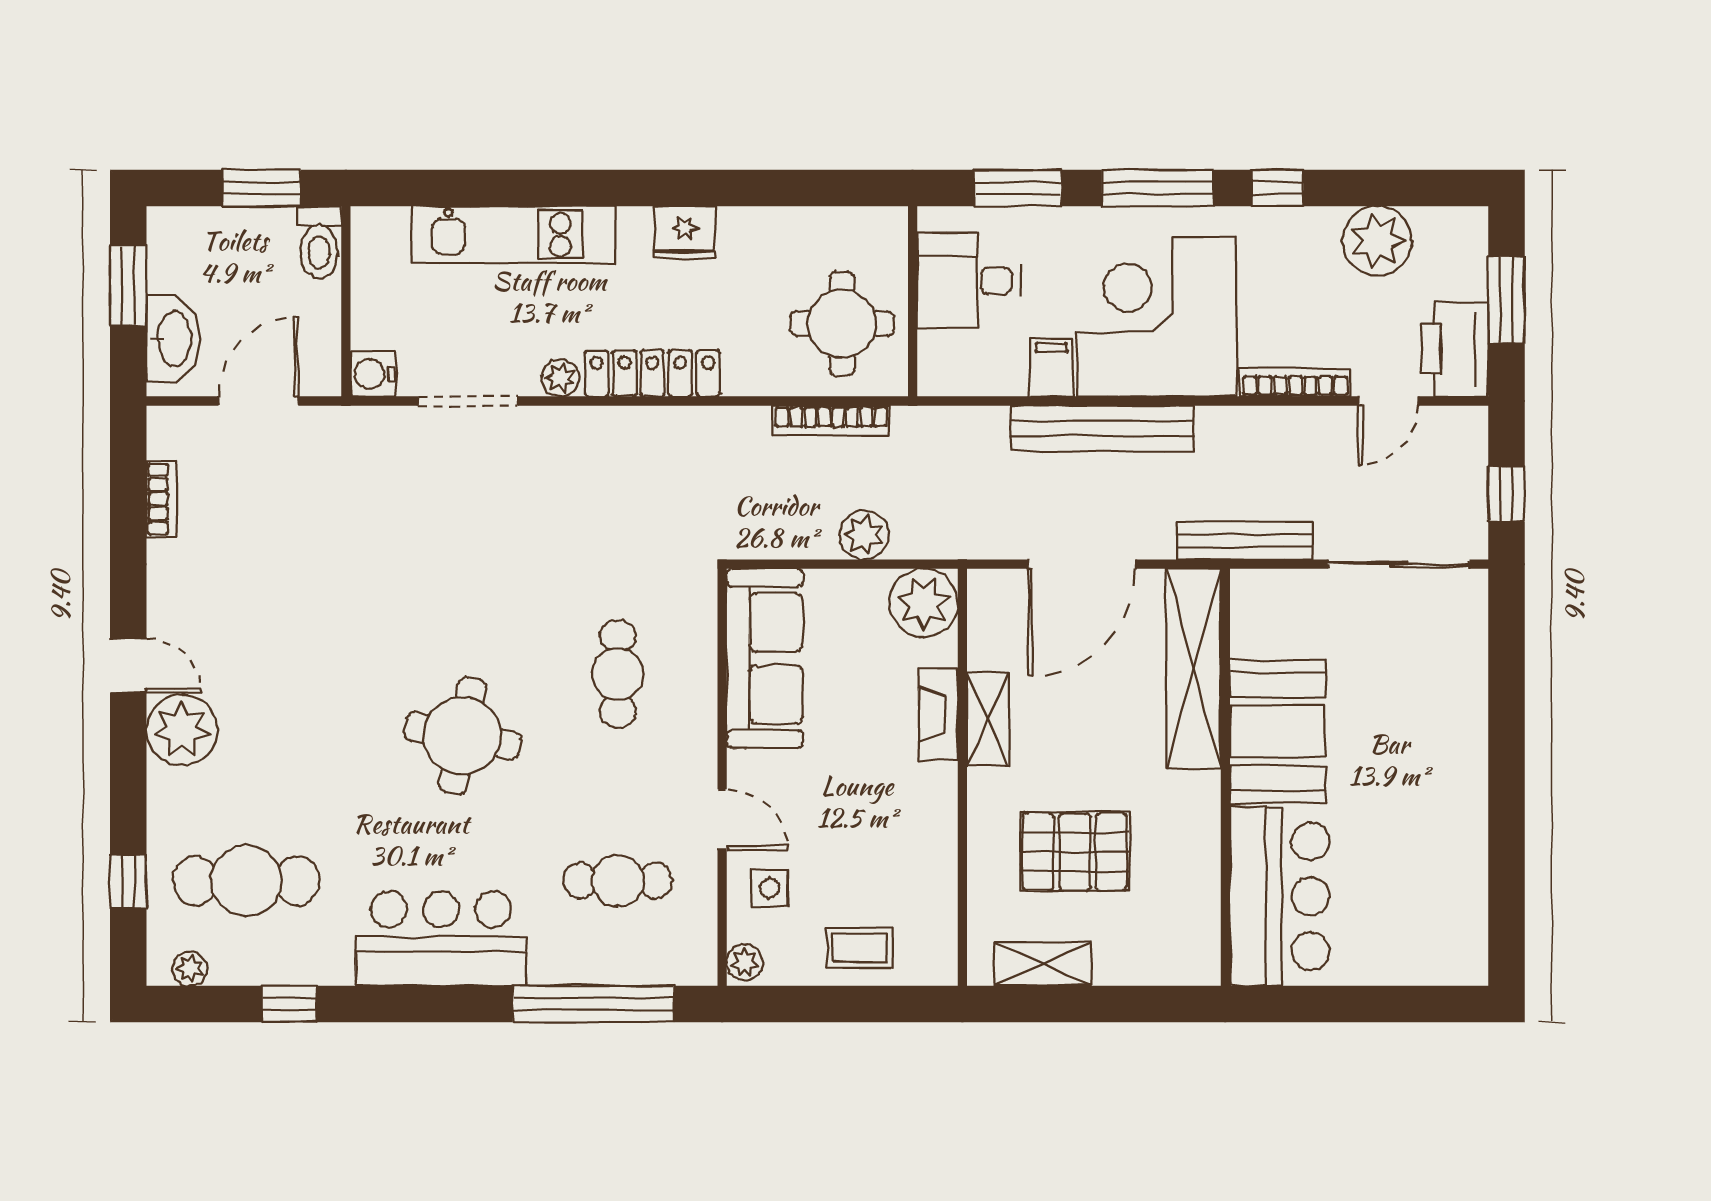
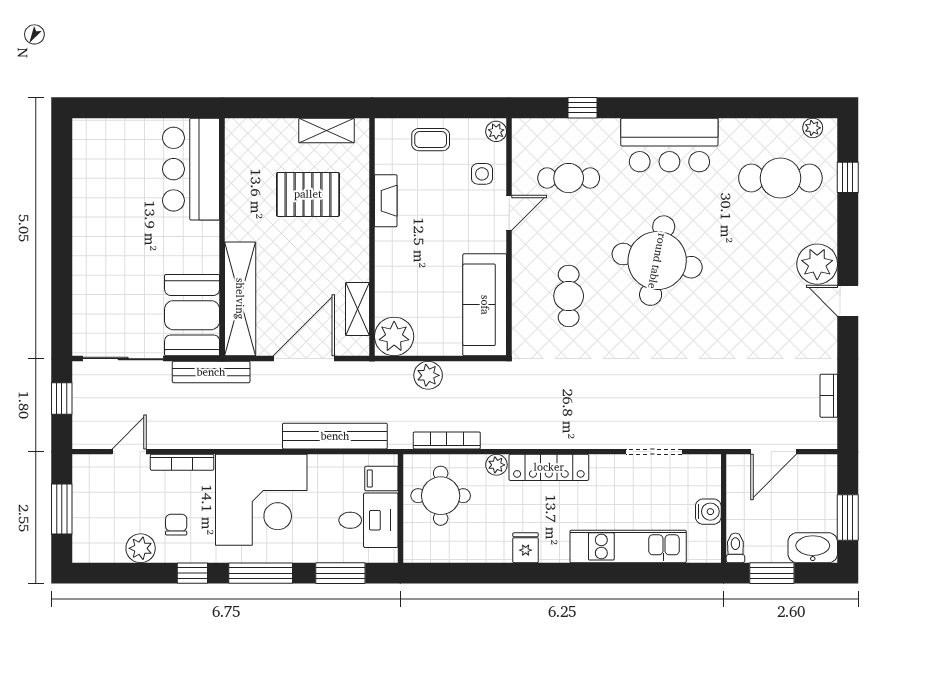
fridge: (685, 232) -> (526, 548), width x0.72
plant: (1377, 241) -> (141, 548), width x0.73, depth x0.73
toilet: (319, 242) -> (735, 548), width x0.73, depth x0.72
chair: (1306, 273) -> (176, 525), added
washbasin: (173, 339) -> (813, 548), moved, turned 90
printer: (1454, 349) -> (91, 481), removed
filing cabinet: (1051, 368) -> (381, 479), moved, turned 90
water cooler: (373, 374) -> (708, 512), moved
plant: (561, 378) -> (496, 465), moved
bench: (1103, 428) -> (335, 436), moved
fireplace: (938, 714) -> (386, 201), moved
shelving: (988, 719) -> (357, 309), moved
booth: (1278, 732) -> (192, 315), moved
round table: (463, 736) -> (657, 261), width x1.36, depth x1.36
door: (722, 820) -> (509, 213), swing flipped
window: (290, 1004) -> (756, 108), removed
window: (593, 1004) -> (582, 108), width x0.32

